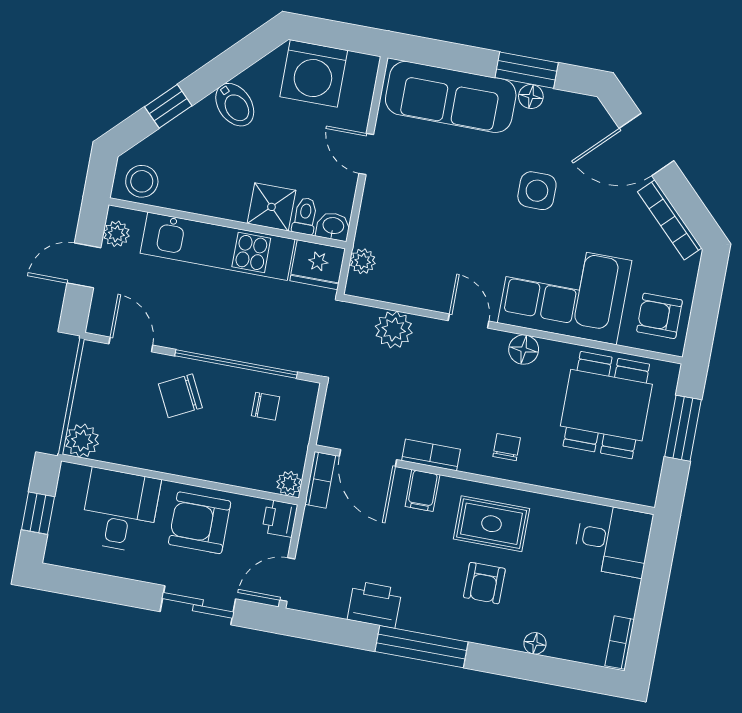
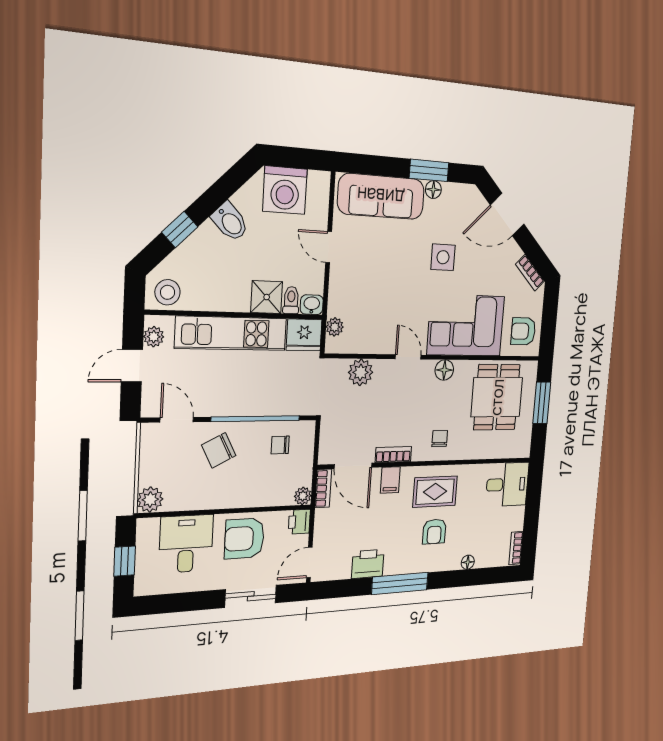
bookcase: (670, 220) -> (530, 273), width x0.64
chair: (265, 406) -> (280, 445), turned 180

